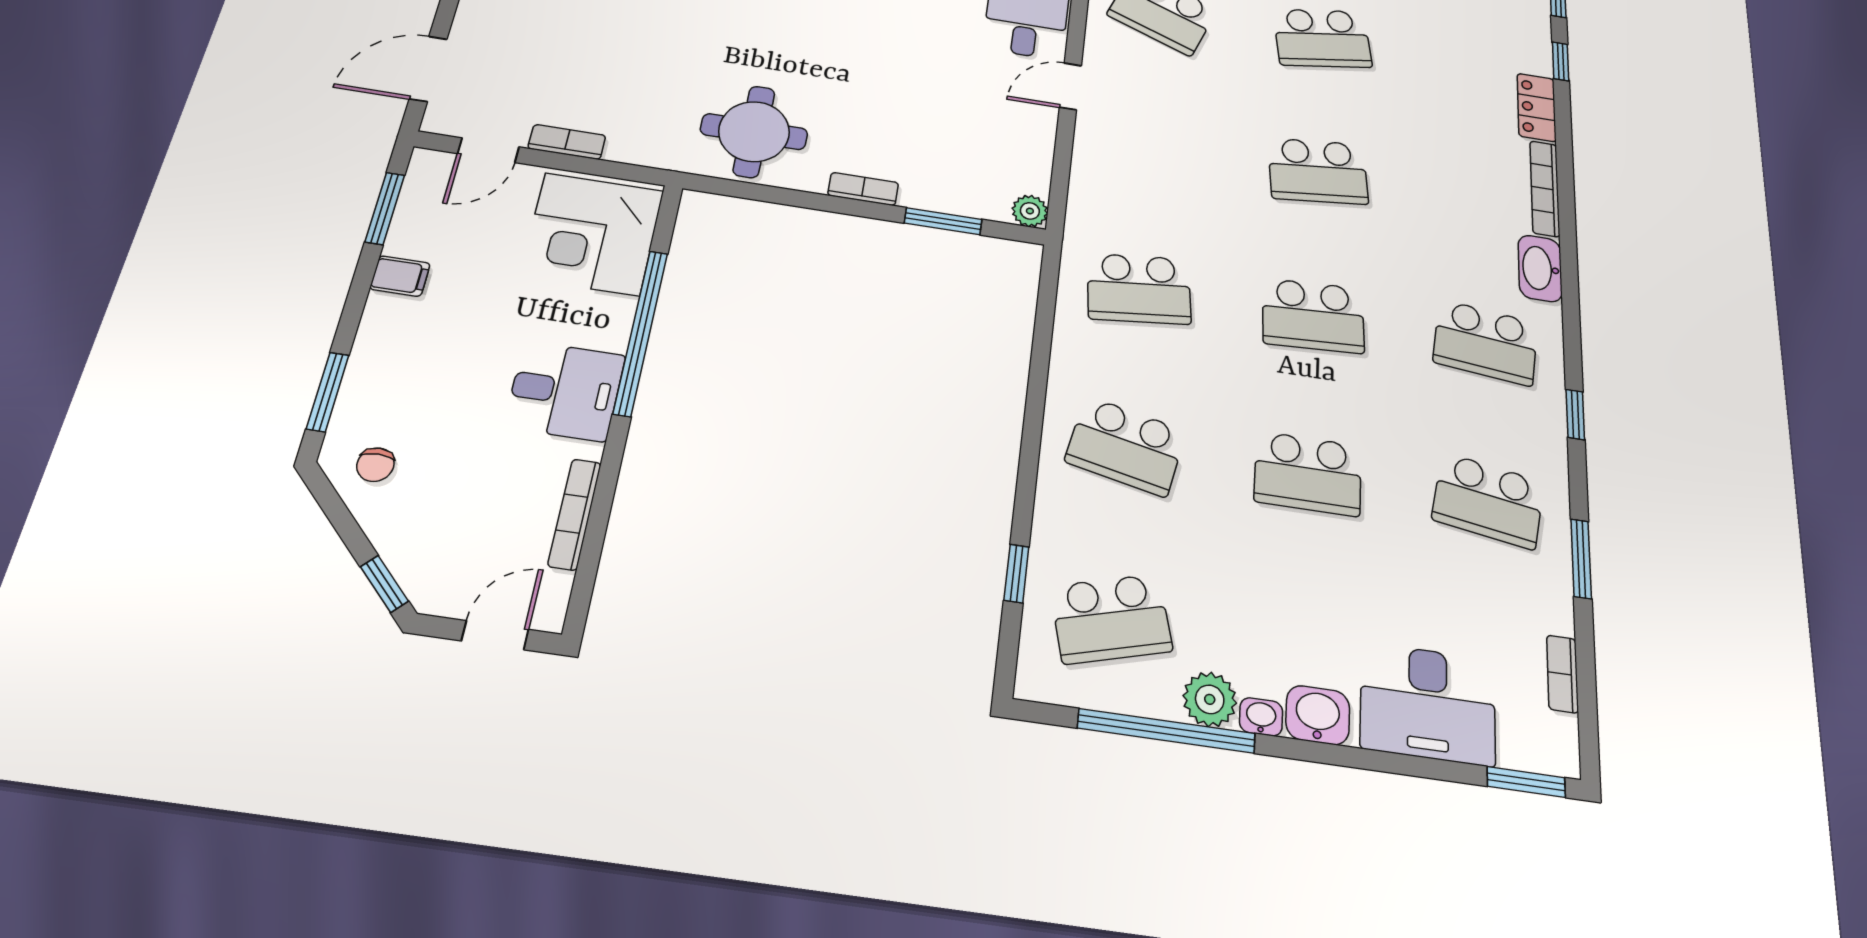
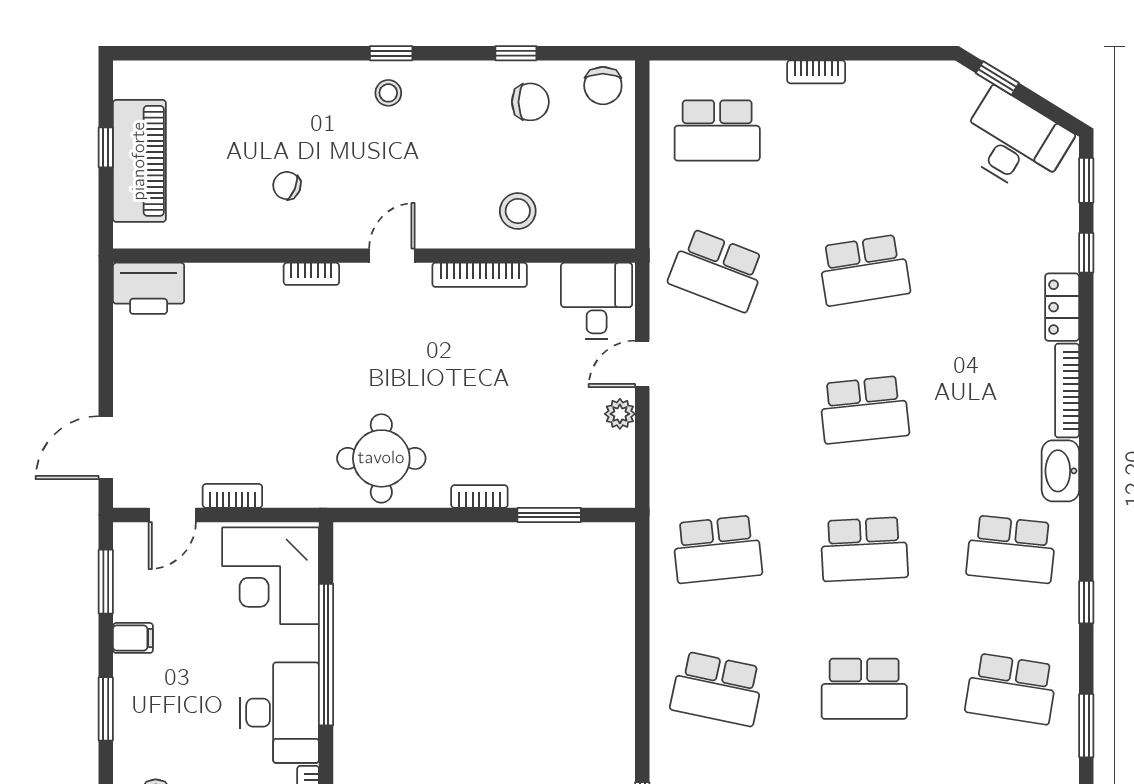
plant: (1030, 211) -> (620, 414), moved
desk: (565, 391) -> (279, 713), width x1.37
window: (328, 392) -> (106, 709), moved

